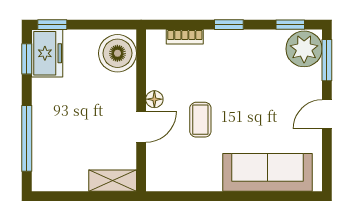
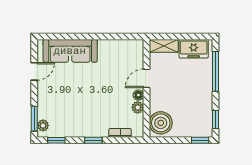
plant: (304, 49) -> (43, 125), width x0.53, depth x0.53
freezer: (47, 53) -> (194, 49), moved, turned -90
plant: (156, 79) -> (138, 107), added
door: (327, 114) -> (34, 71), moved
coffee table: (200, 120) -> (111, 83), removed

